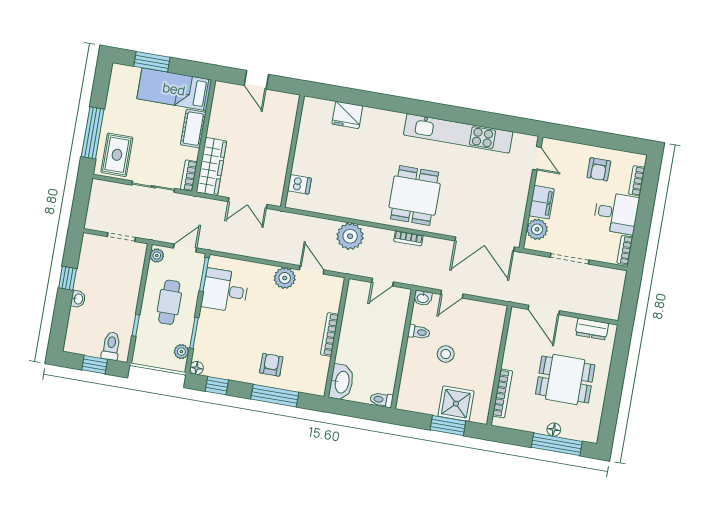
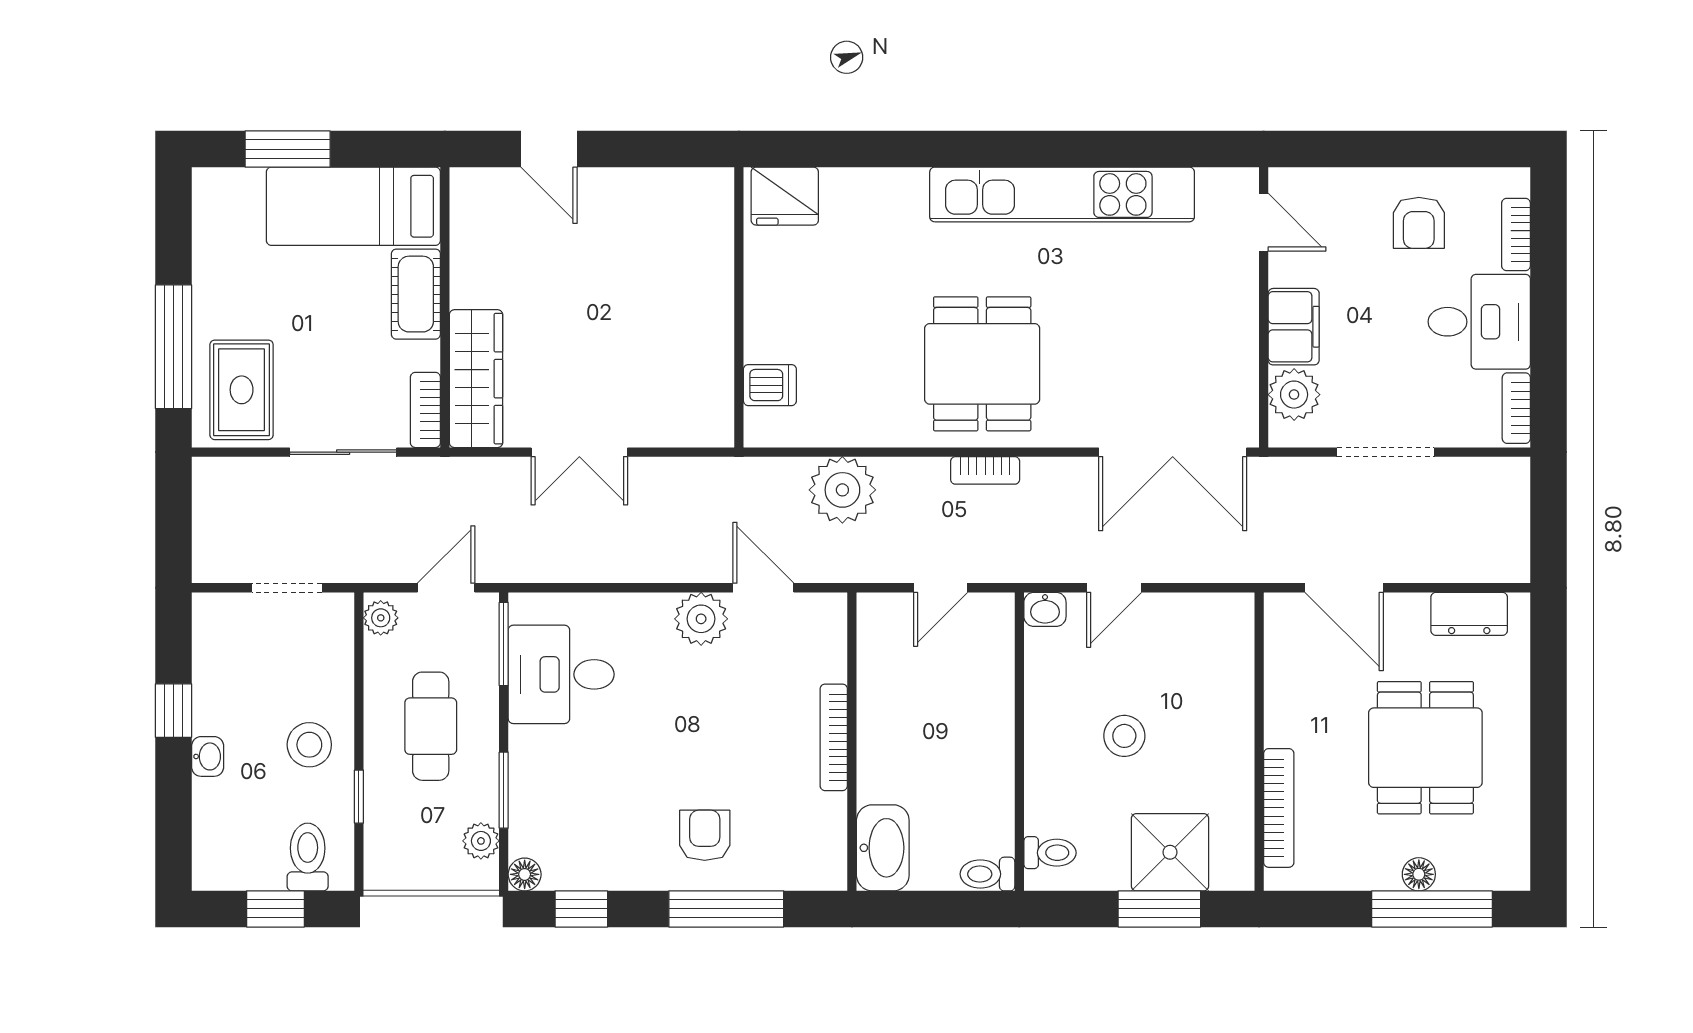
wall: (292, 151) -> (739, 307), moved
dishwasher: (299, 184) -> (770, 385), moved
stool: (120, 301) -> (309, 745), added
toilet: (419, 332) -> (1050, 853), moved
dining table: (565, 379) -> (1425, 748), turned 90

